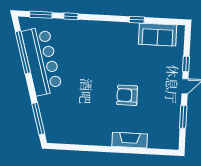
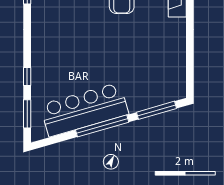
window: (23, 52) -> (102, 126), moved

